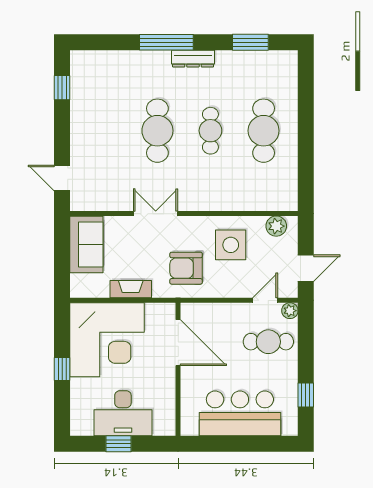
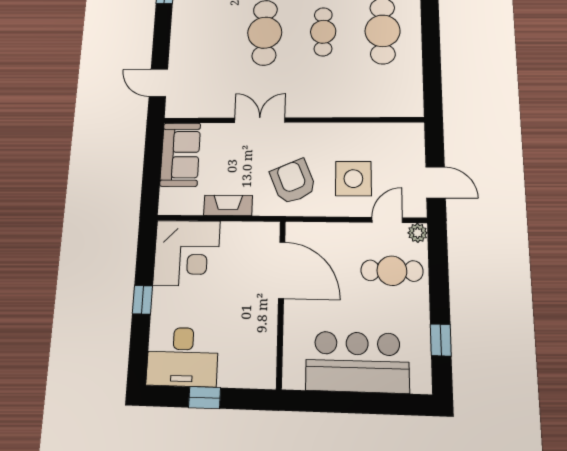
plant: (276, 226) -> (399, 134), removed
side table: (231, 245) -> (353, 179), moved
armchair: (186, 268) -> (293, 182), turned 67
door: (306, 268) -> (436, 182), hinge flipped
corner desk: (107, 340) -> (187, 253), width x0.74, depth x0.74
desk: (123, 413) -> (182, 357), moved

